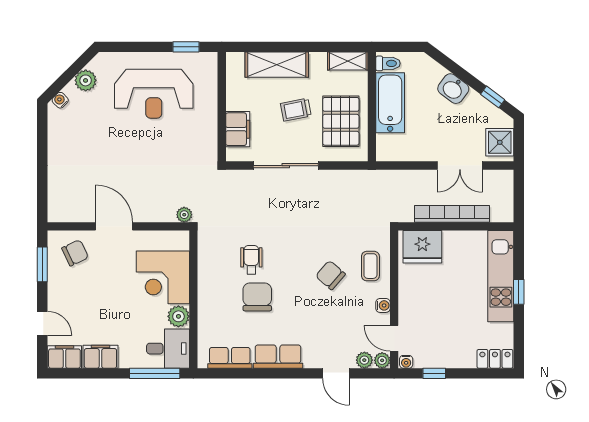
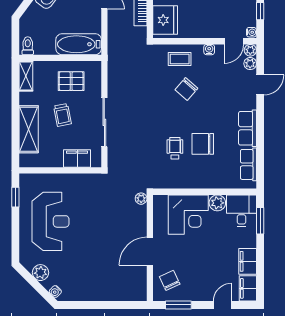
bathtub: (390, 103) -> (79, 44), moved
pallet: (341, 121) -> (71, 81), width x0.67, depth x0.71
wheelchair: (251, 260) -> (175, 148), turned 90
window: (155, 373) -> (260, 221), width x0.69

